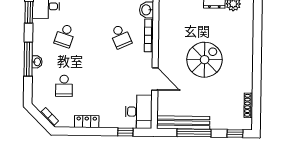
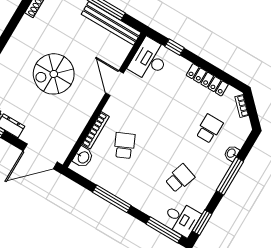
washbasin: (37, 62) -> (231, 153), moved
locker: (87, 122) -> (207, 80), width x1.53

